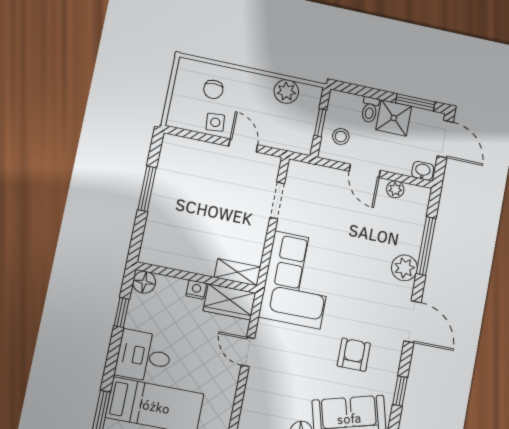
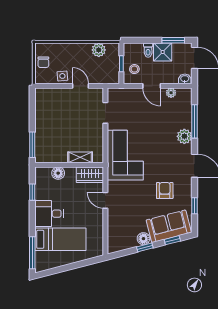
chair: (213, 89) -> (43, 62), moved
window: (147, 189) -> (32, 145), moved
shelving: (237, 272) -> (80, 157), moved
floor lamp: (144, 282) -> (58, 173), moved
nightstand: (196, 290) -> (70, 172), removed

